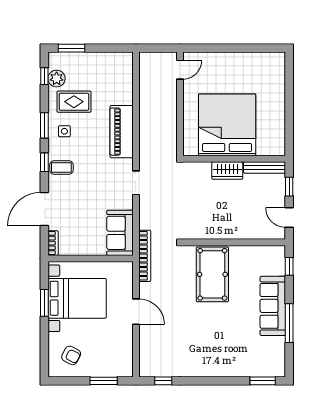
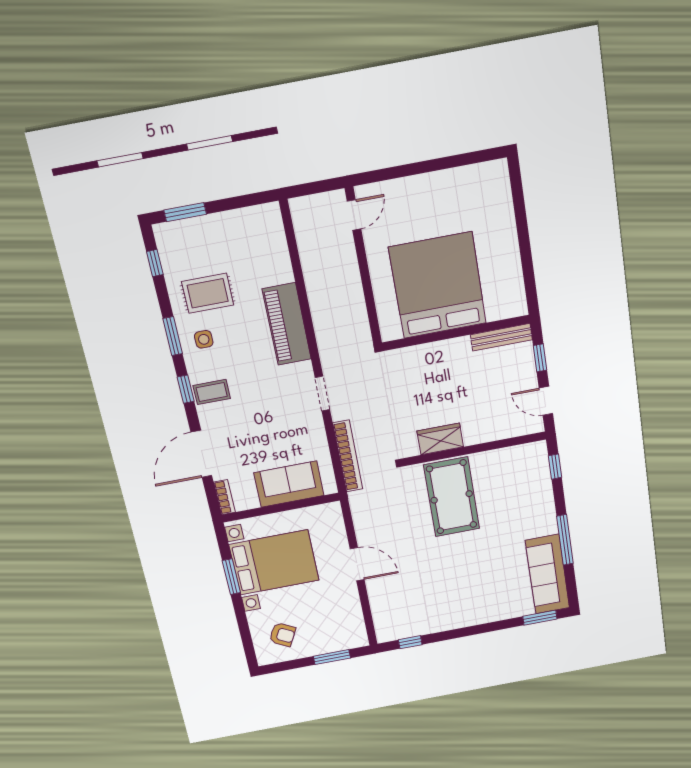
plant: (57, 79) -> (174, 263), removed
wardrobe: (227, 171) -> (440, 439), moved, turned 180
sofa: (120, 233) -> (289, 484), moved, turned 90
bookcase: (145, 256) -> (348, 456), moved
sofa: (273, 306) -> (547, 574), moved

